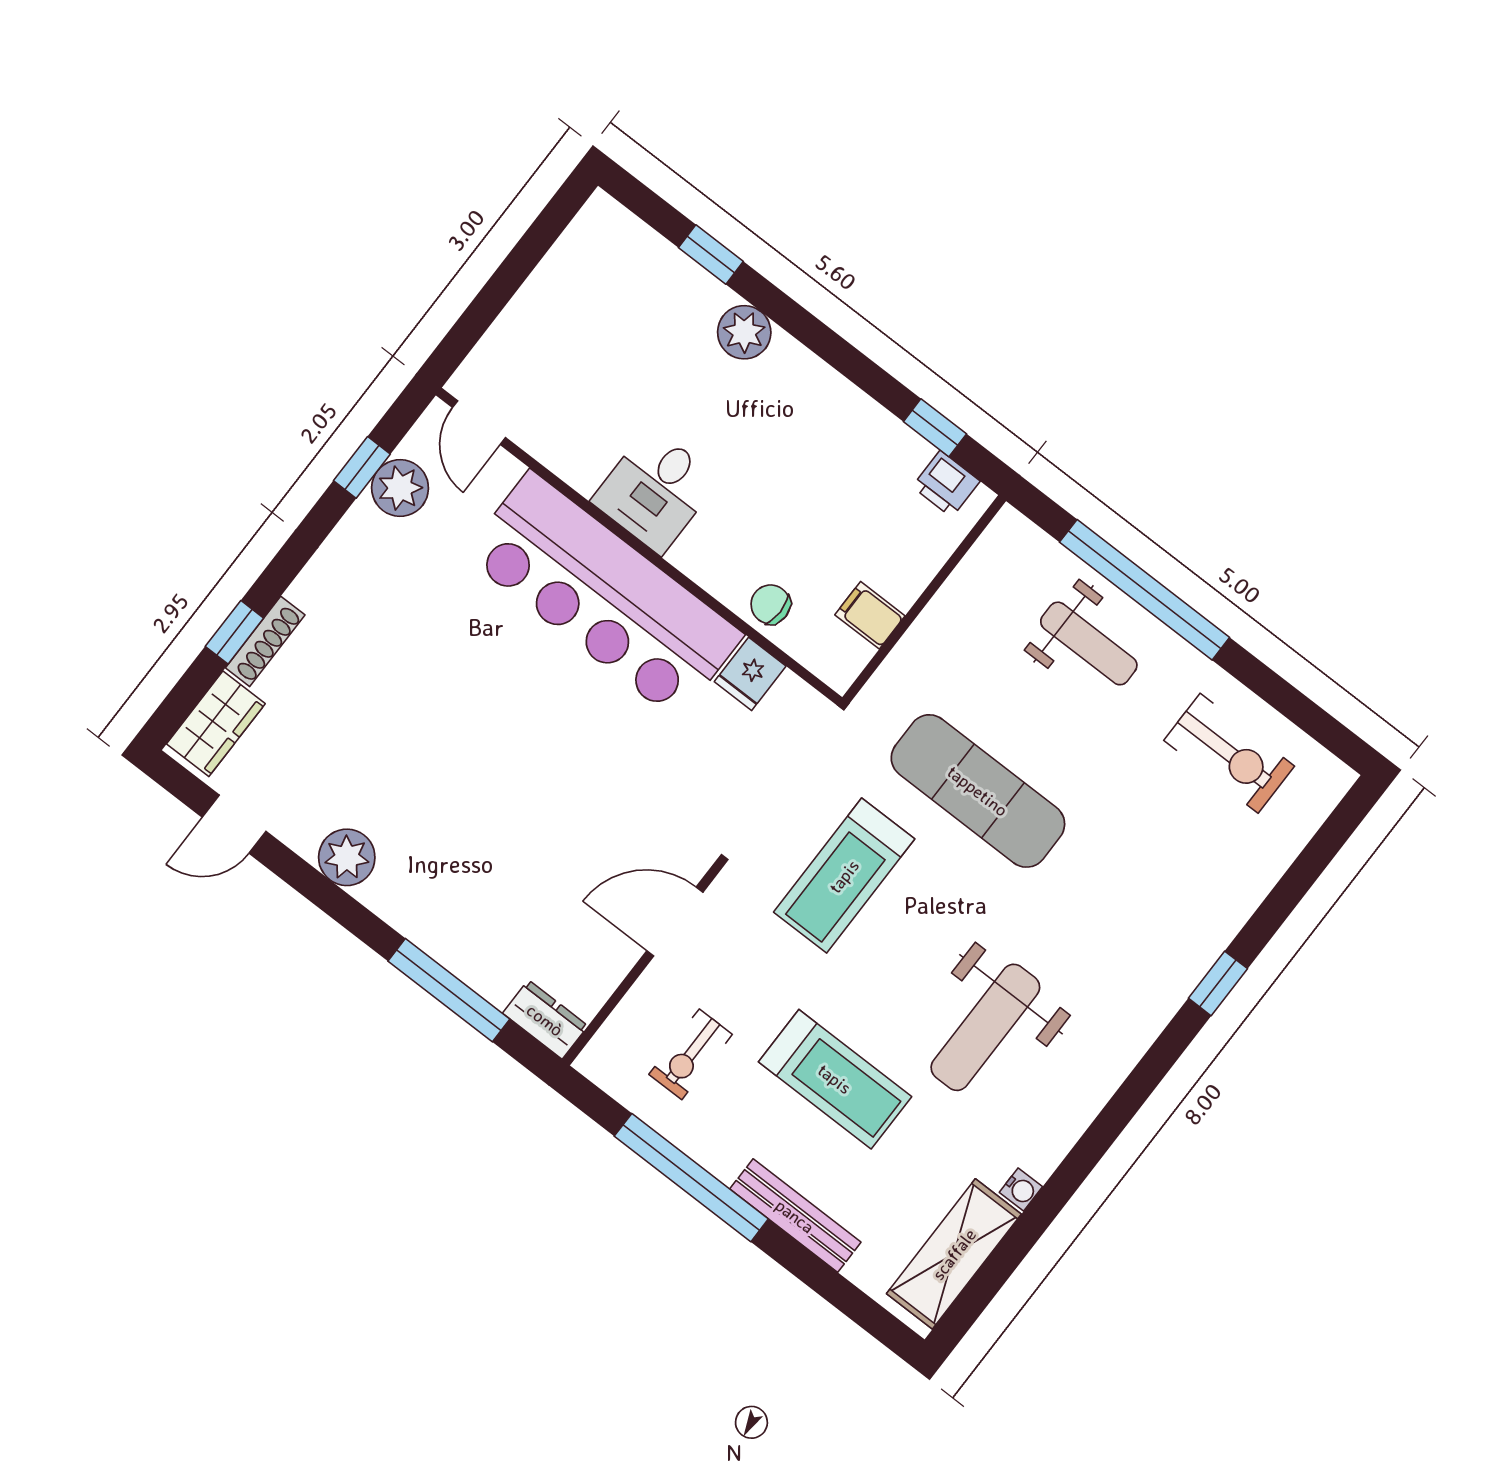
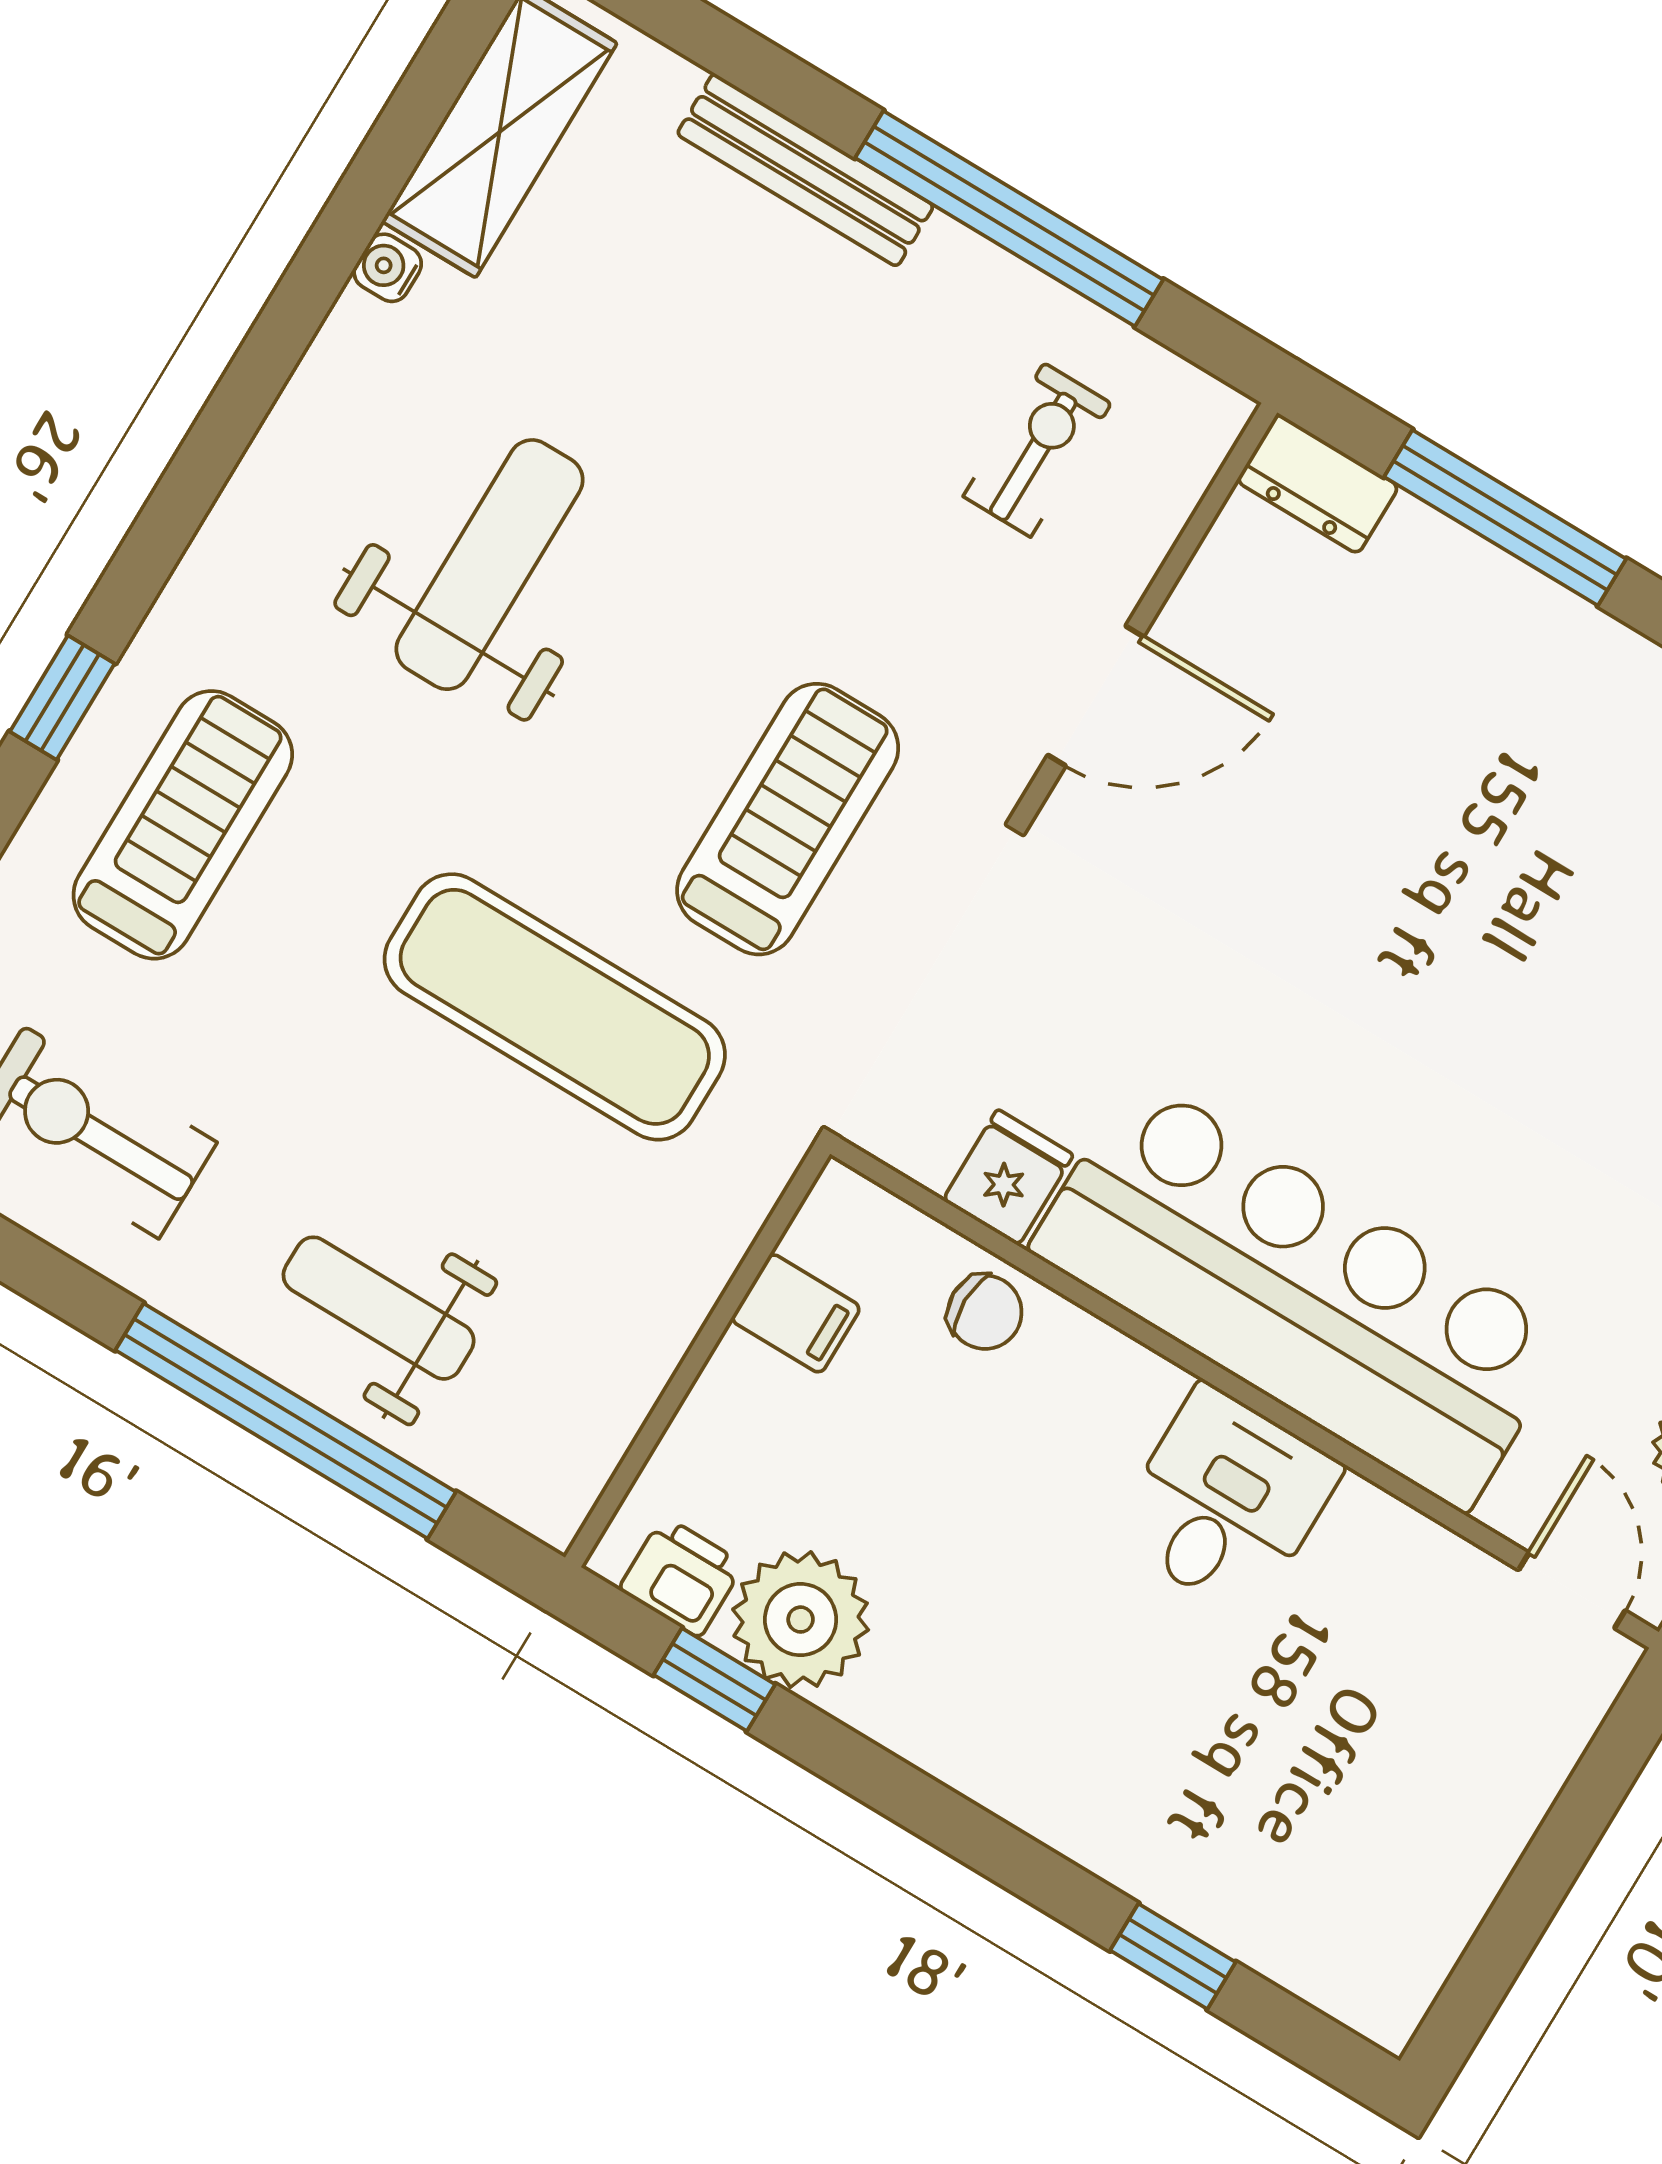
plant: (744, 332) -> (801, 1620), moved, width x1.36, depth x1.36
treadmill: (835, 1079) -> (183, 825), moved, turned 90

